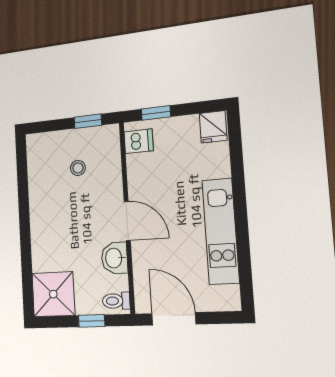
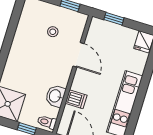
dishwasher: (139, 141) -> (76, 99), moved
door: (127, 221) -> (78, 55), moved

